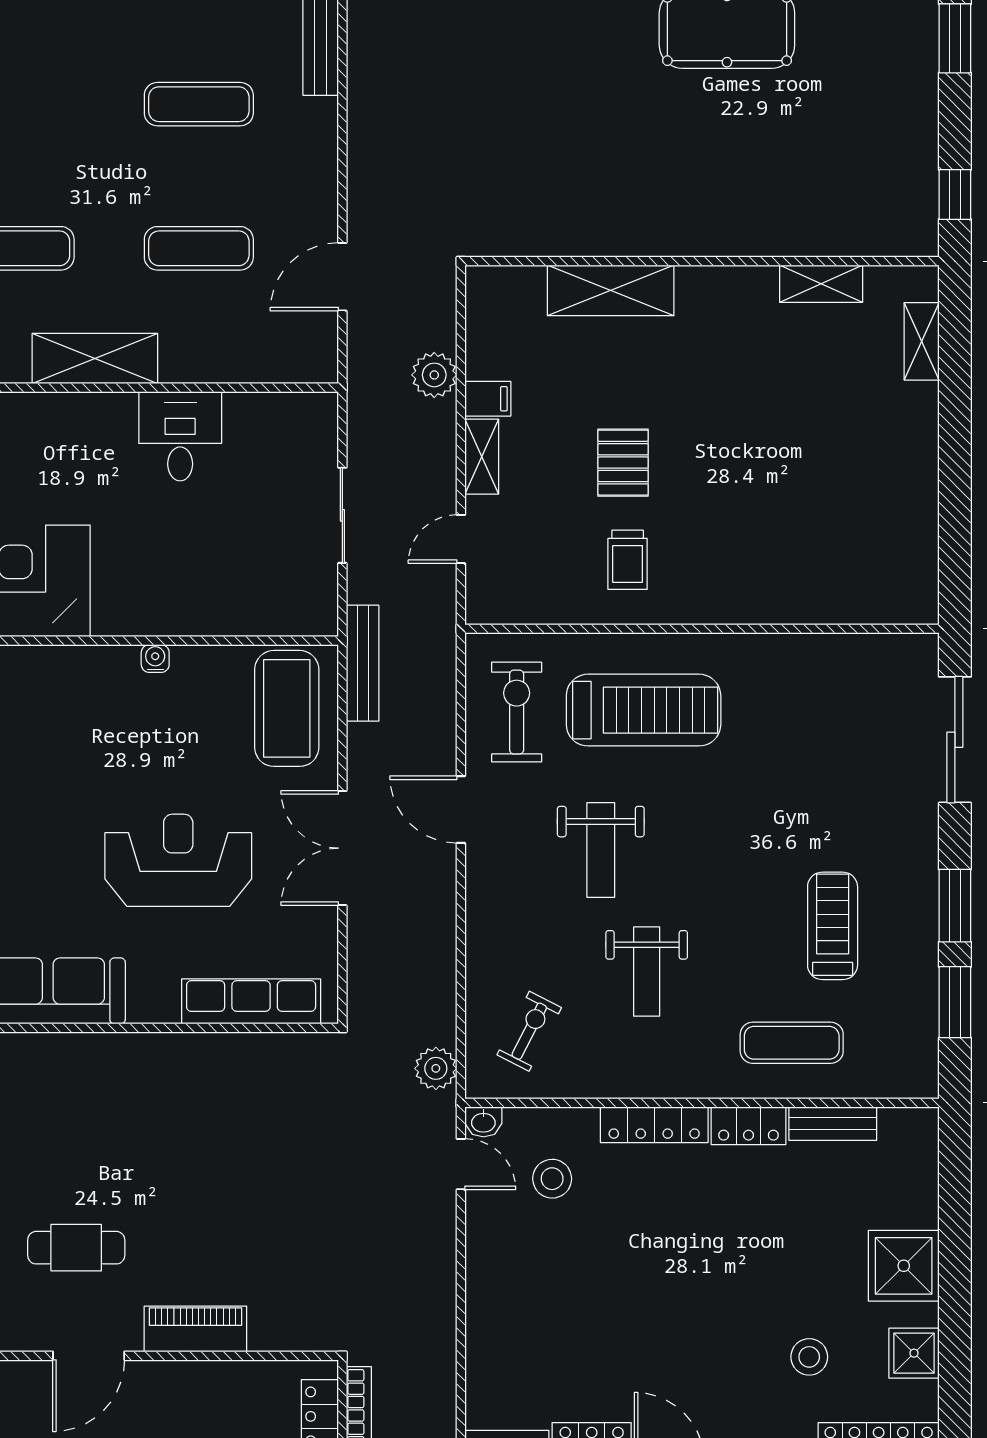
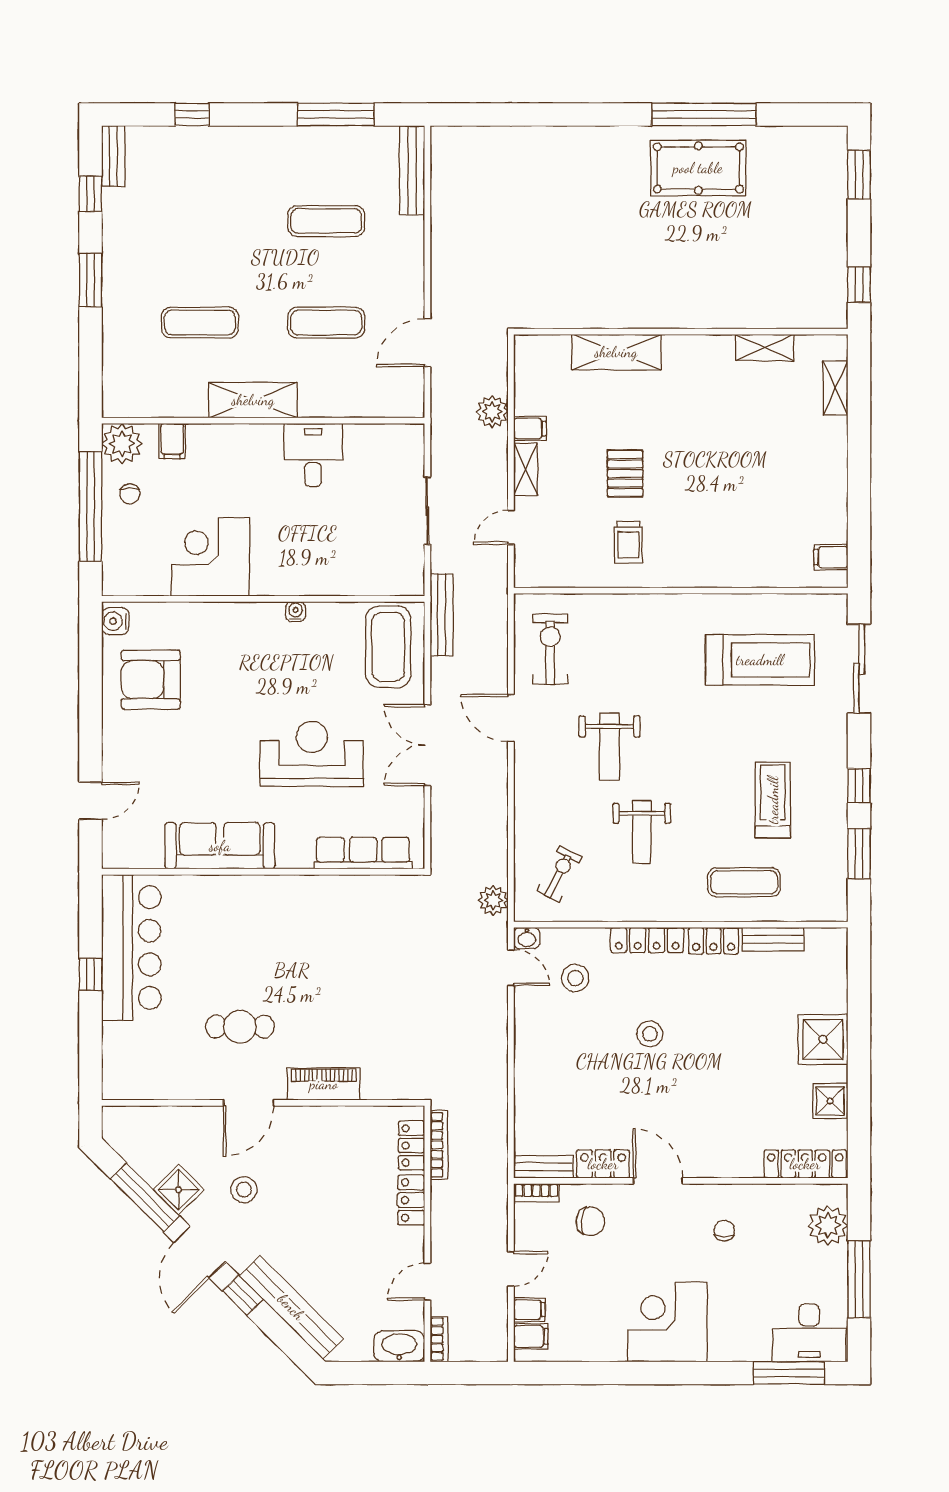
filing cabinet: (915, 581) -> (831, 557), added
treadmill: (644, 710) -> (760, 660), moved
window: (955, 906) -> (859, 786), width x0.67
stool: (809, 1357) -> (650, 1034), moved

